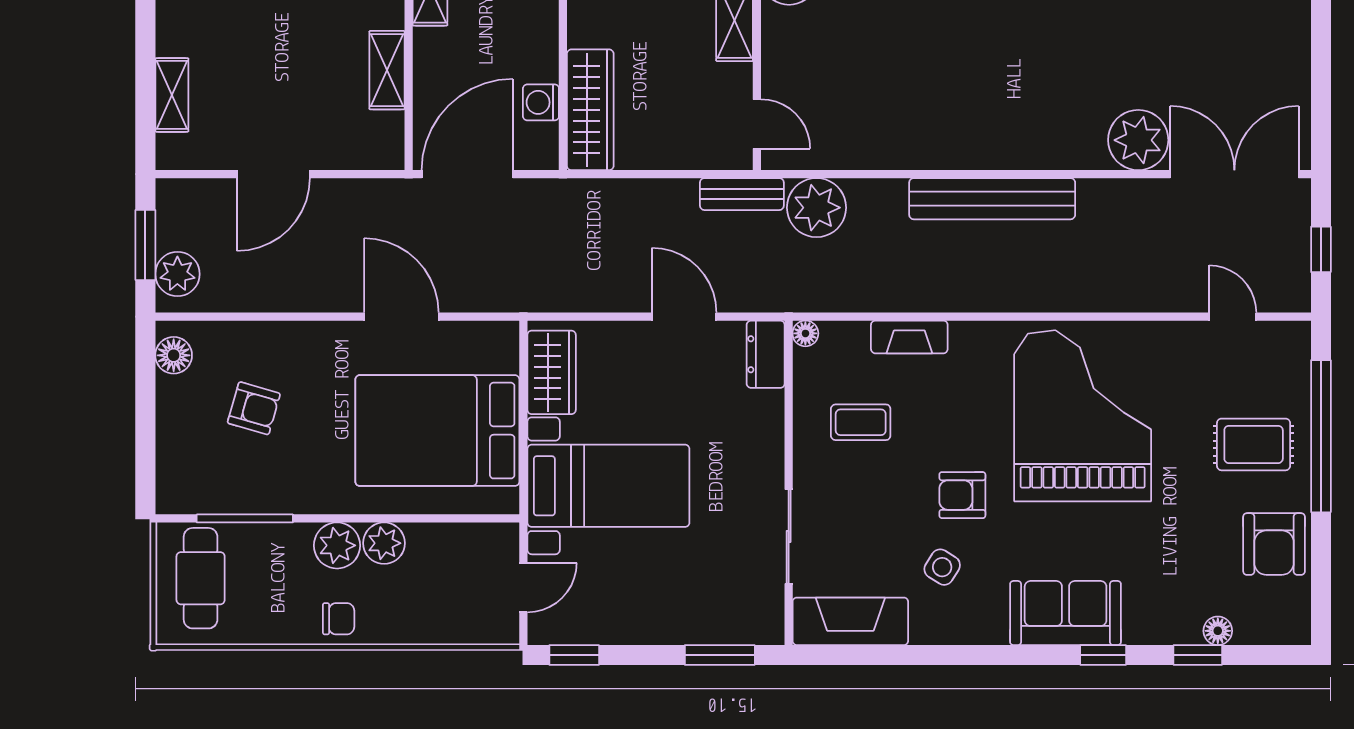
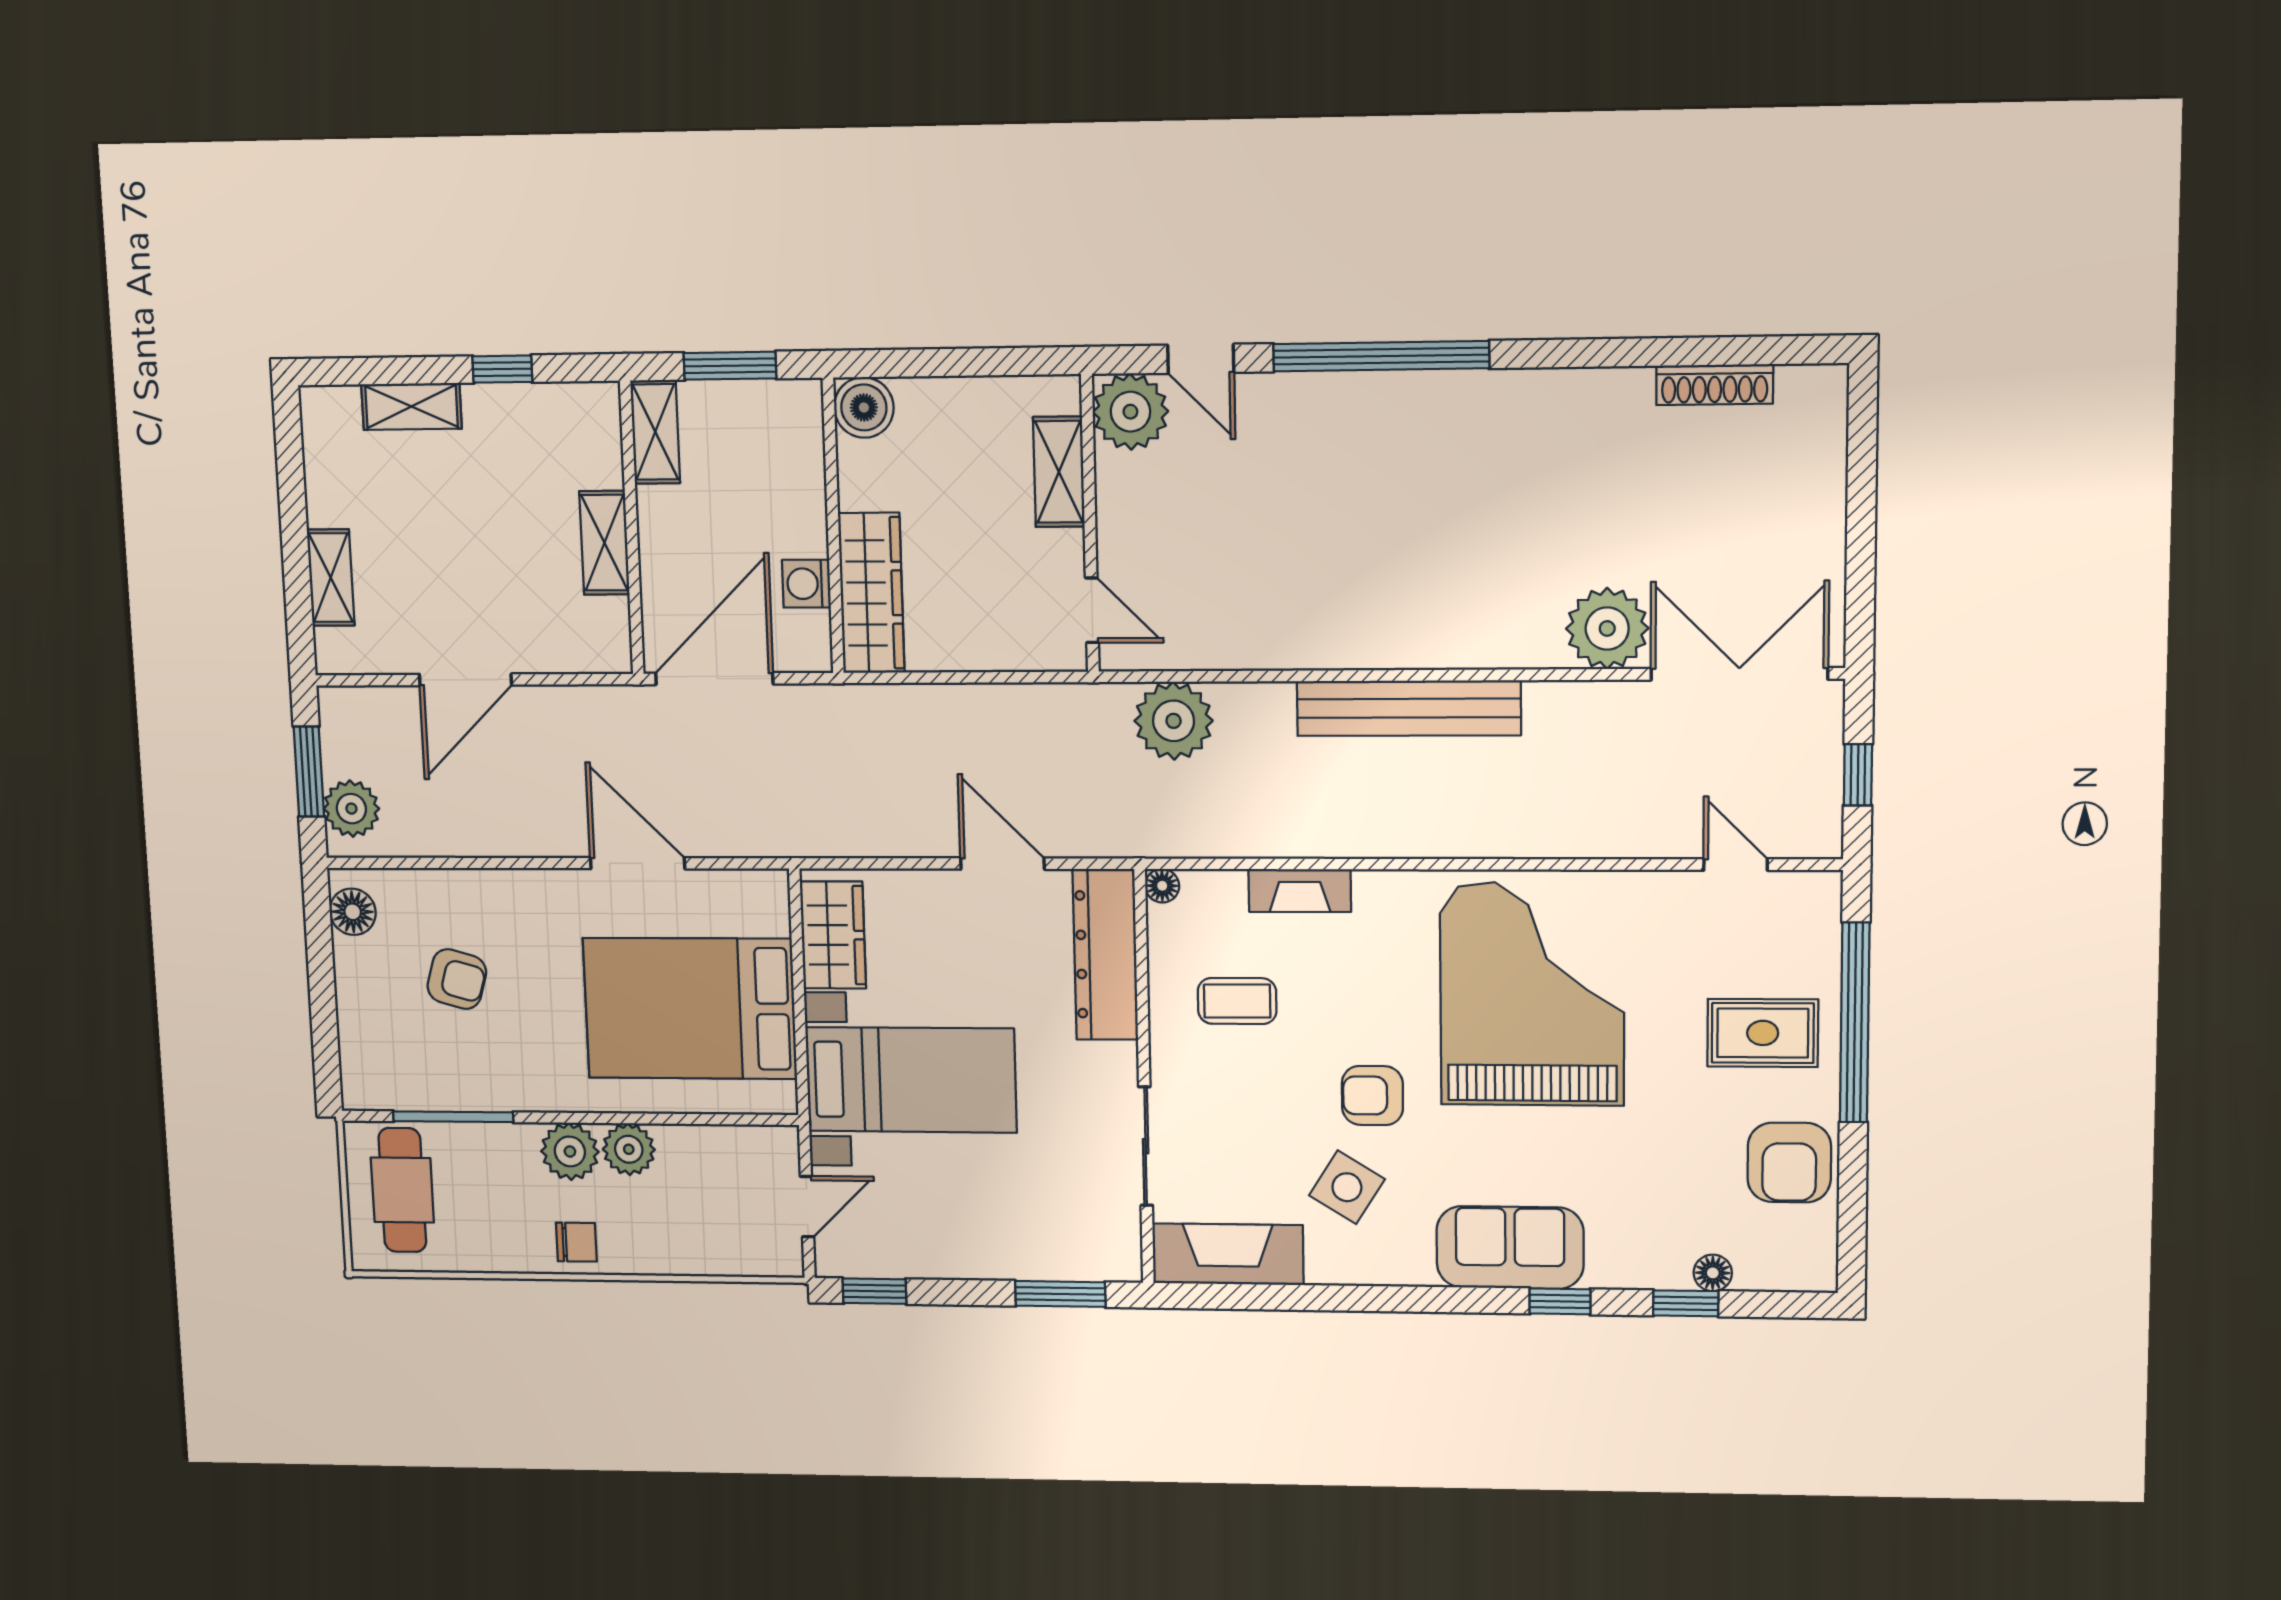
bench: (742, 194) -> (1074, 703), removed
dresser: (766, 354) -> (1105, 955), width x1.96, depth x1.24
side table: (942, 567) -> (1347, 1187), width x1.37, depth x1.37

